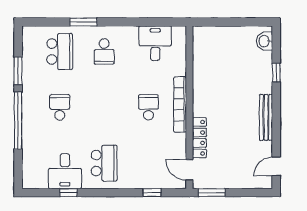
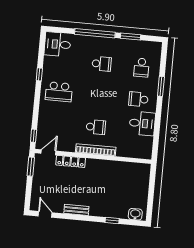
desk: (155, 43) -> (142, 123), moved
school desk: (60, 52) -> (141, 68), width x0.54
bench: (266, 117) -> (76, 210), width x0.73
desk: (65, 171) -> (58, 44), moved
window: (68, 193) -> (39, 74), moved
window: (152, 193) -> (34, 136), moved

